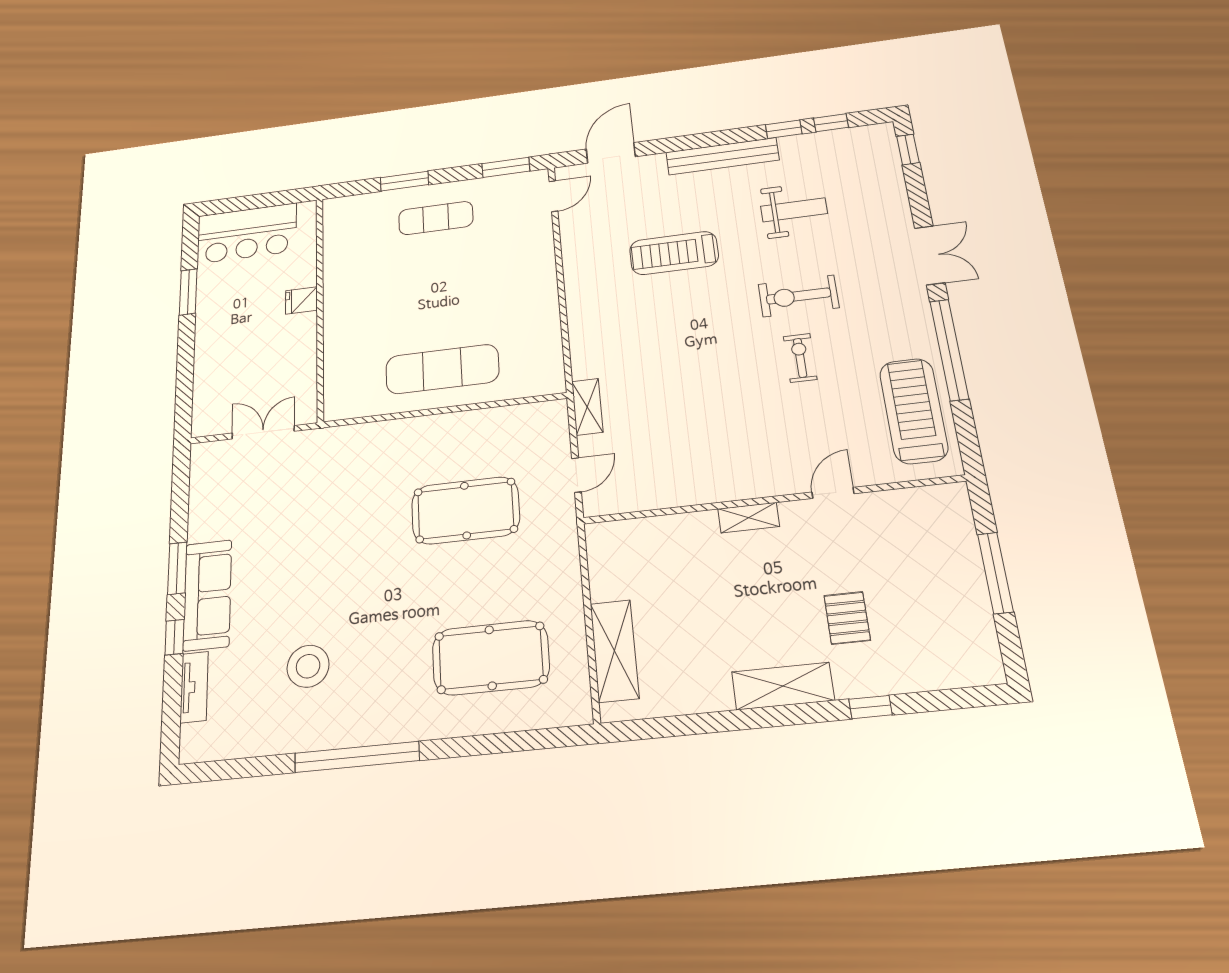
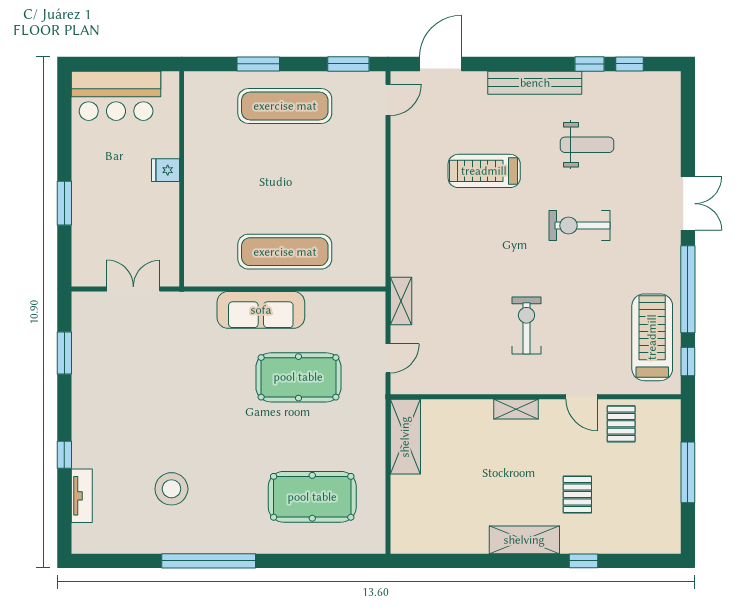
window: (908, 149) -> (688, 362), moved
exercise mat: (436, 218) -> (285, 106), width x1.36, depth x1.45
window: (188, 292) -> (64, 203), moved
exercise bike: (800, 358) -> (526, 326), moved, width x1.38, depth x1.39
door: (833, 493) -> (582, 397), swing flipped
pallet: (892, 520) -> (621, 424), added
window: (177, 568) -> (64, 353), moved
sofa: (207, 595) -> (261, 310), moved, turned 90
shelving: (615, 651) -> (405, 437), moved

